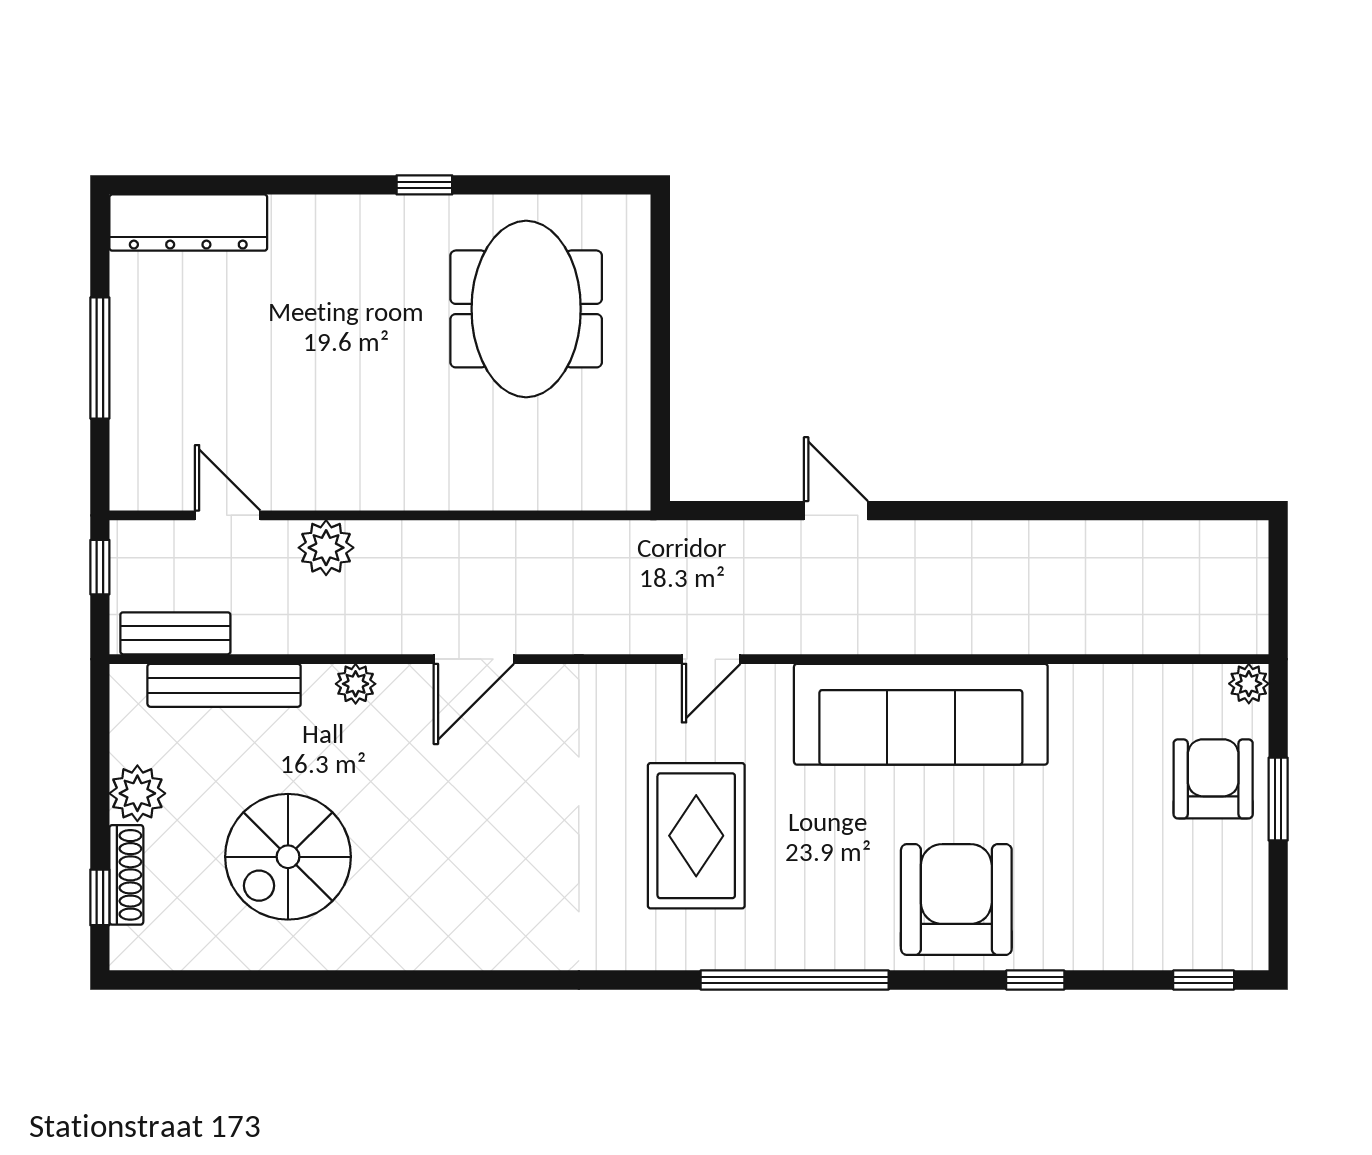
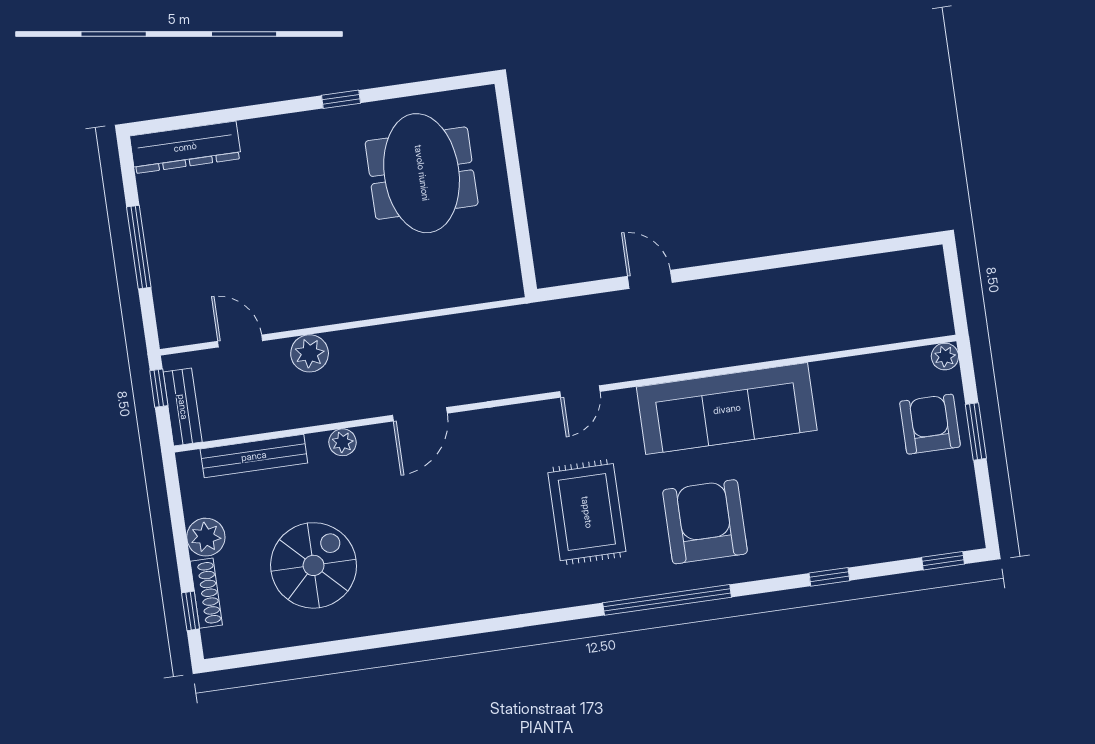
bench: (175, 633) -> (183, 407), moved, turned 90
spiral stairs: (288, 857) -> (314, 565), turned 180
armchair: (956, 899) -> (705, 522), moved

